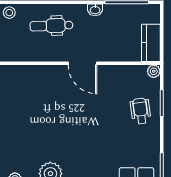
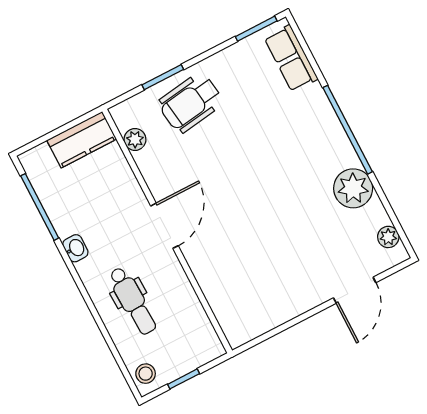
plant: (154, 71) -> (135, 139), moved
wheelchair: (141, 111) -> (191, 103), width x1.36, depth x1.37

